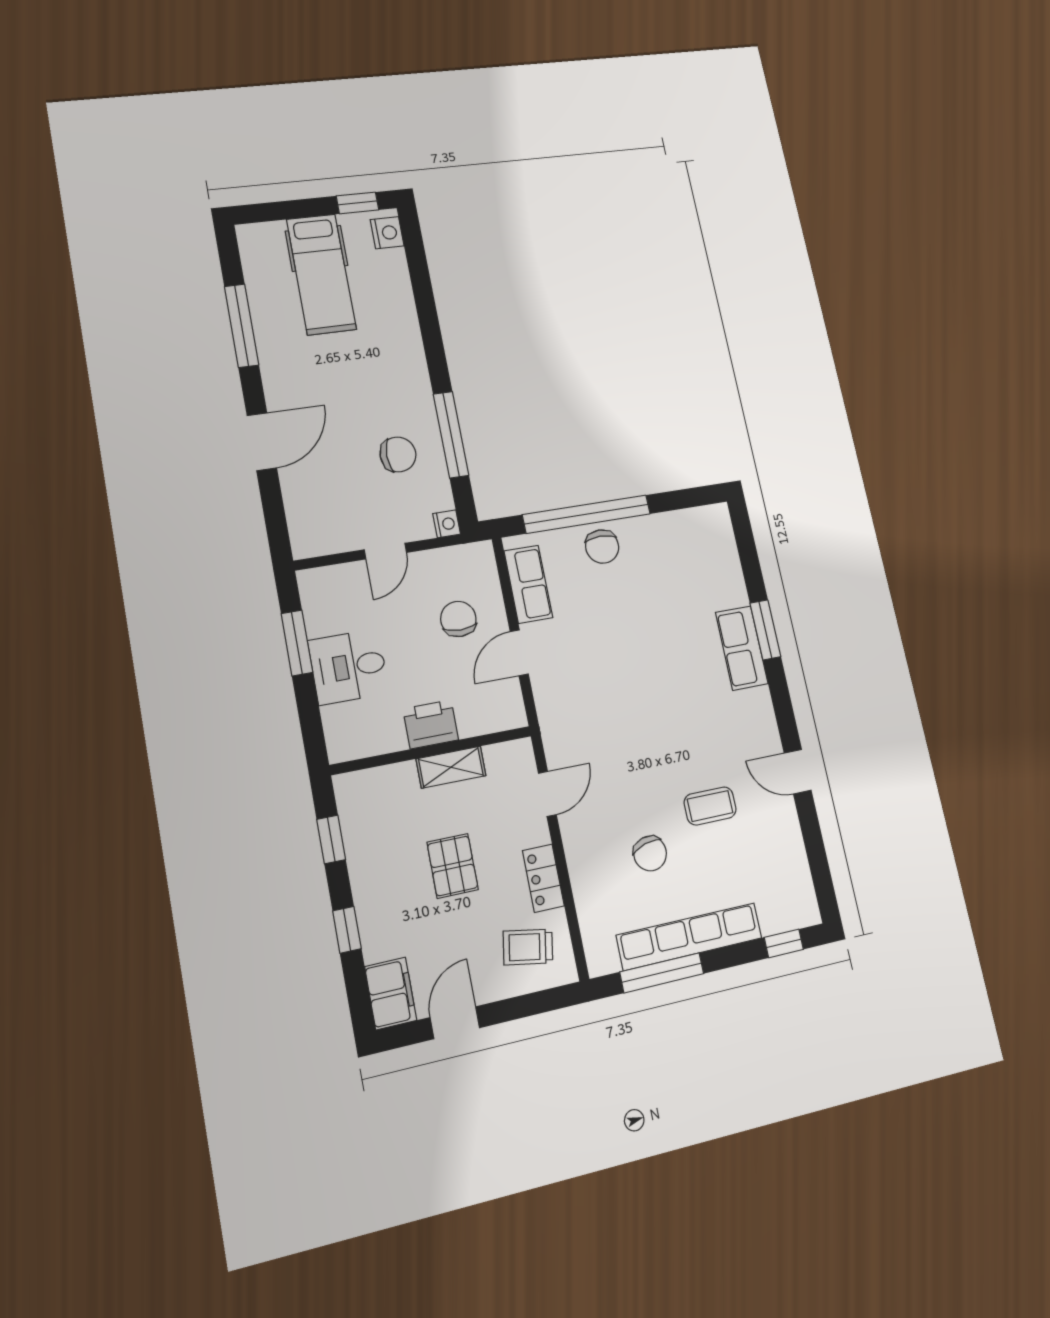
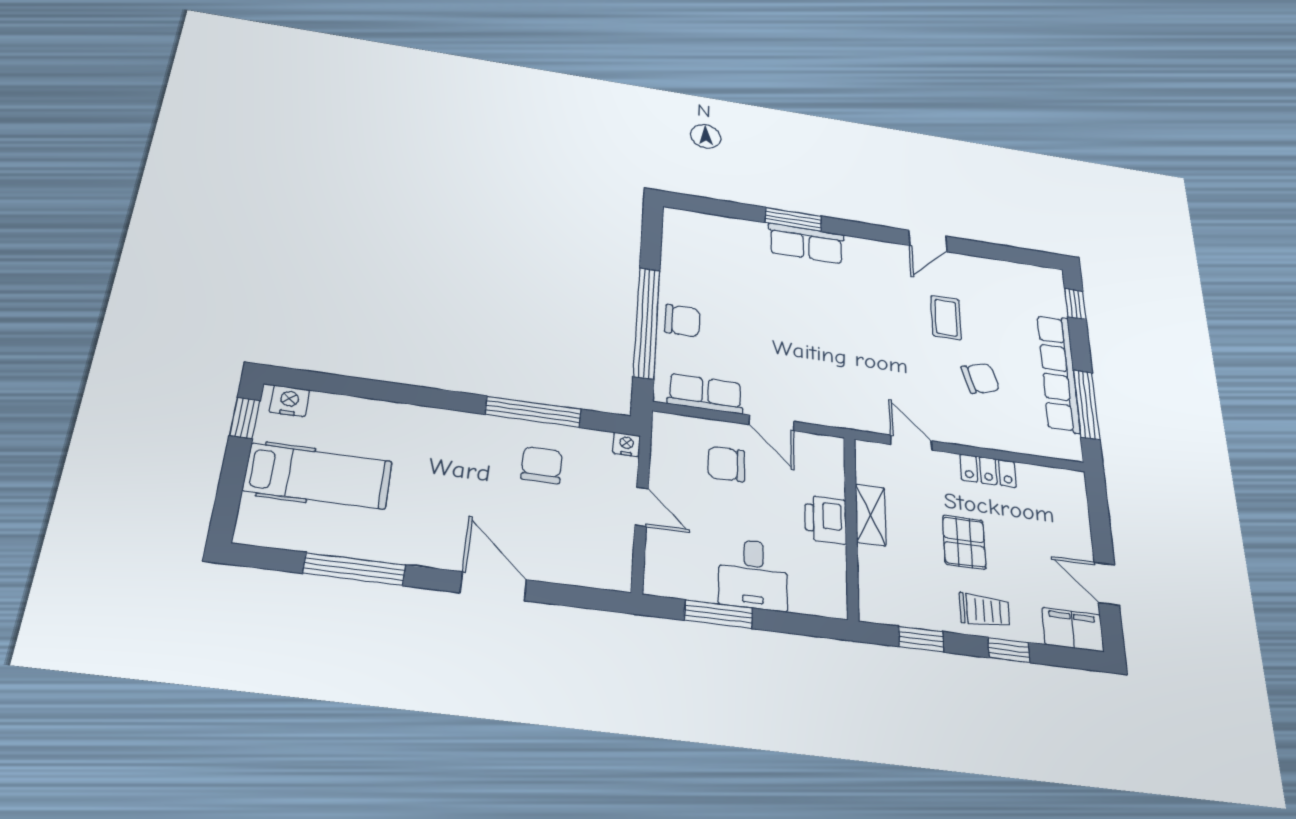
pallet: (453, 866) -> (964, 542), turned 90
trolley: (528, 947) -> (985, 610), moved, turned -100

